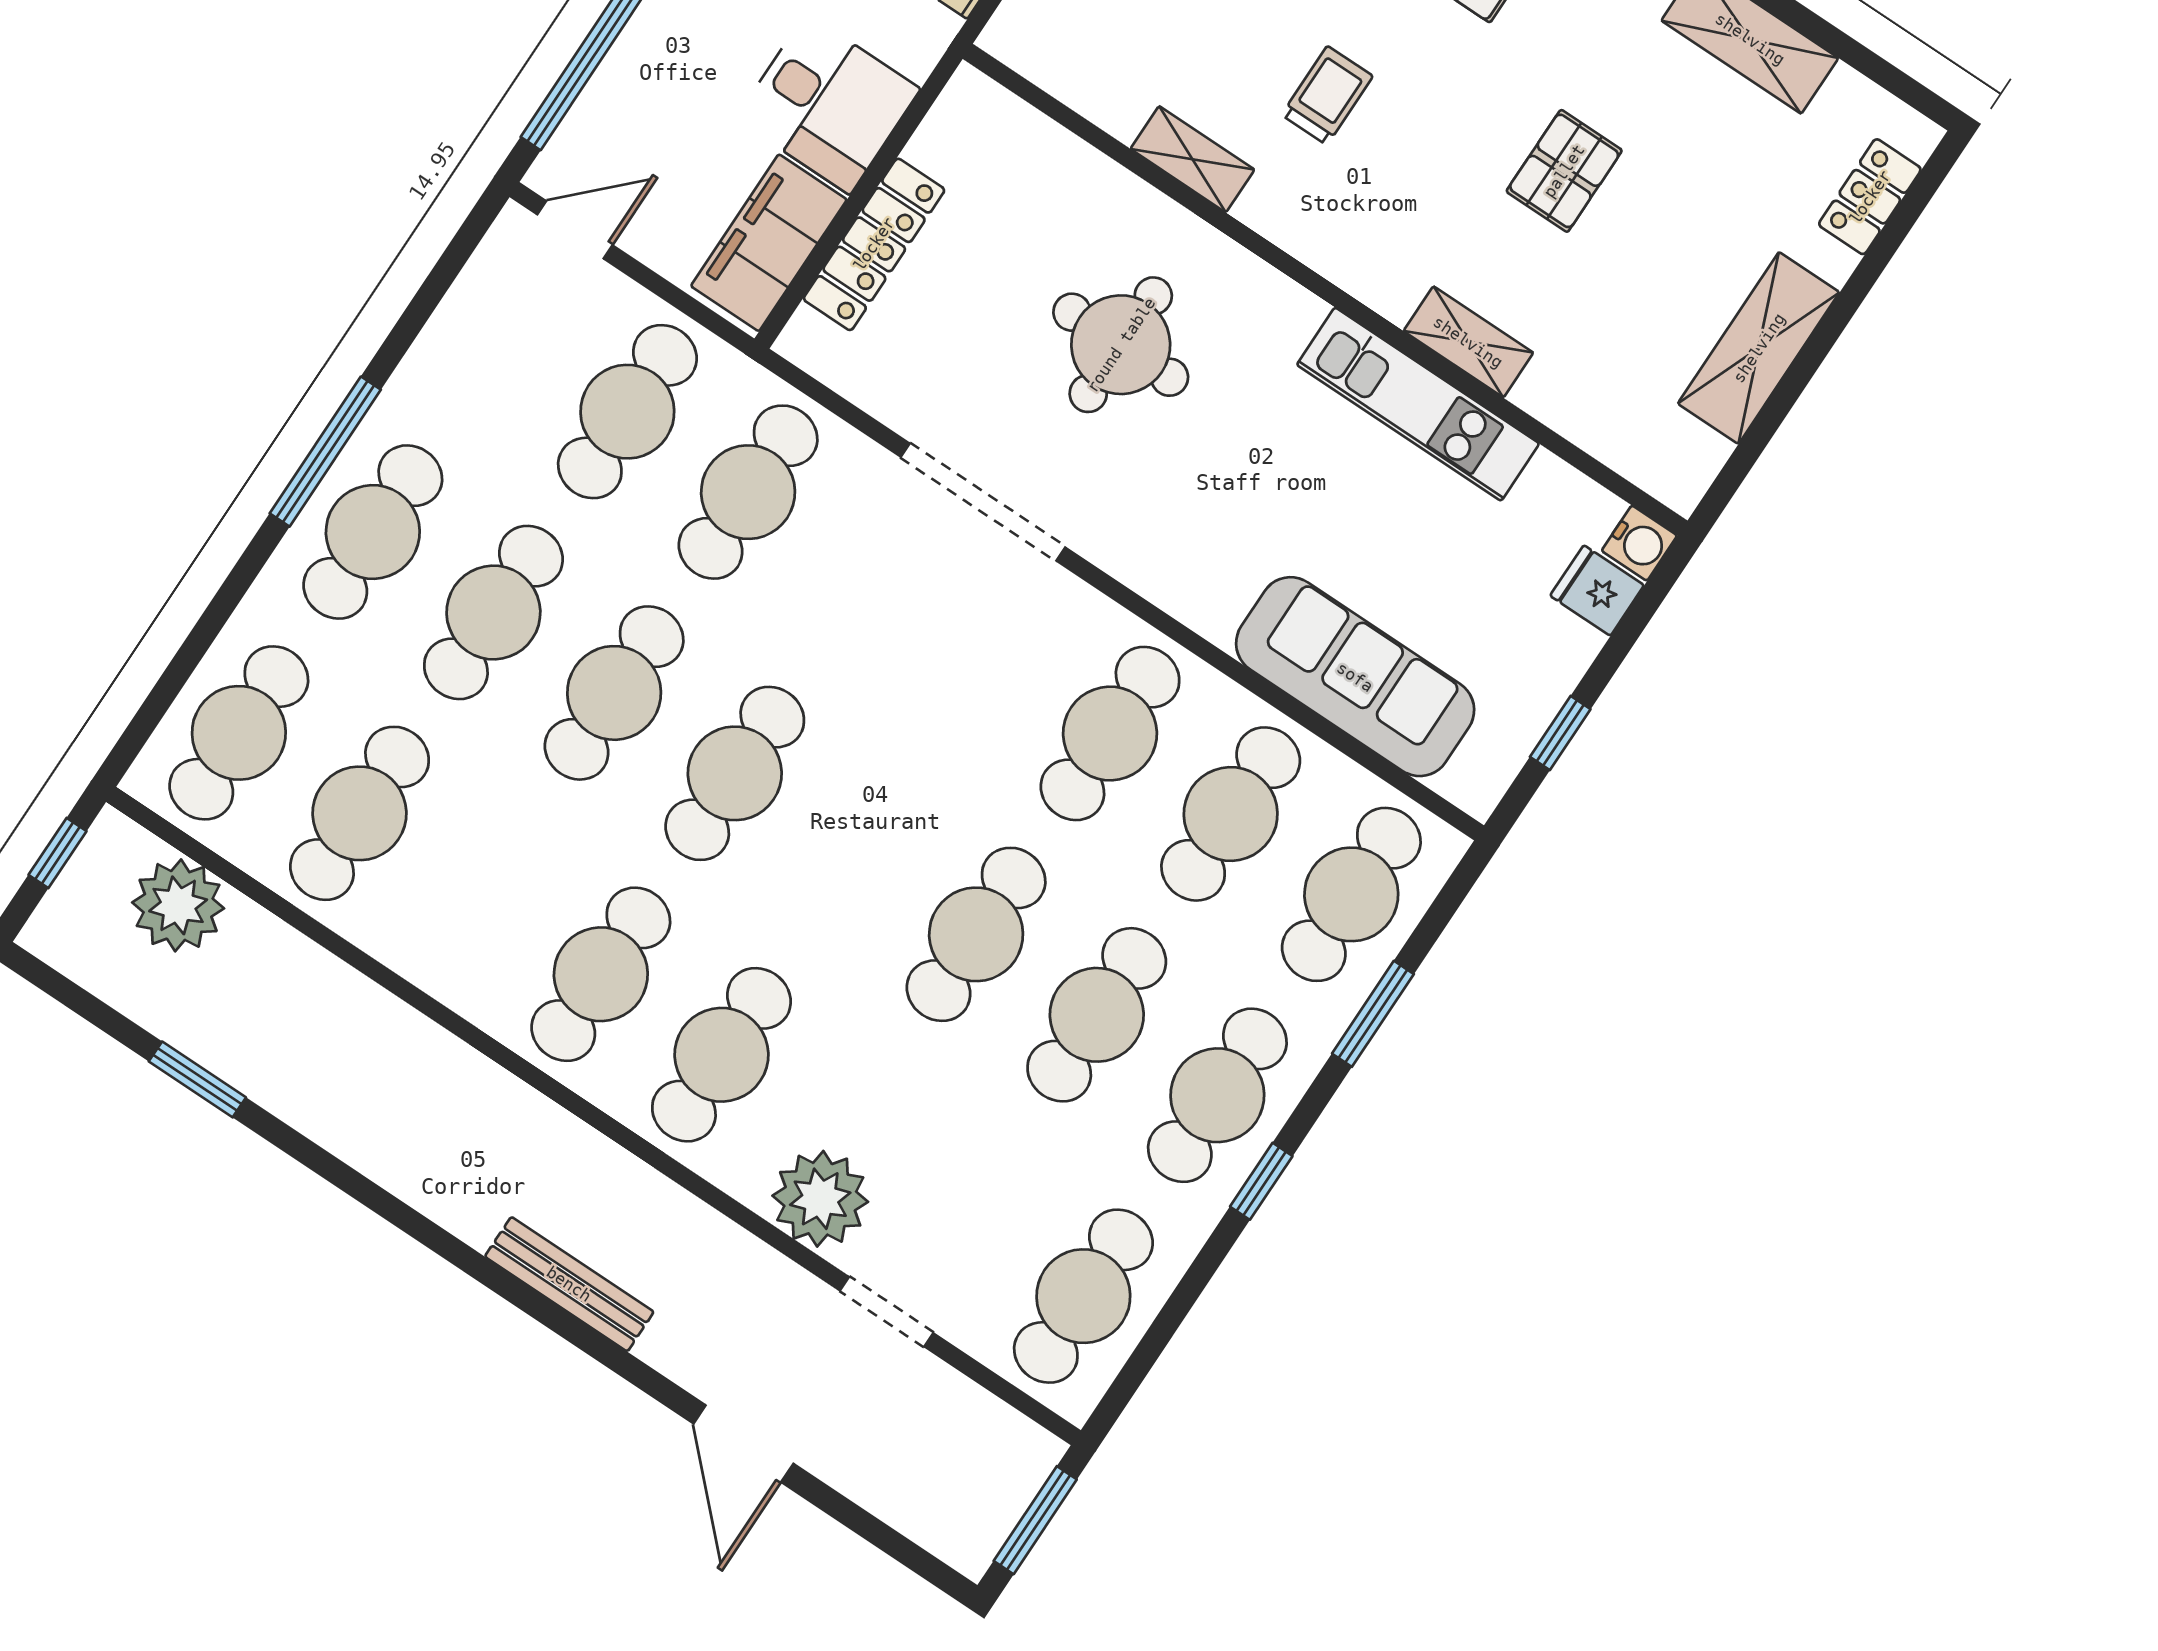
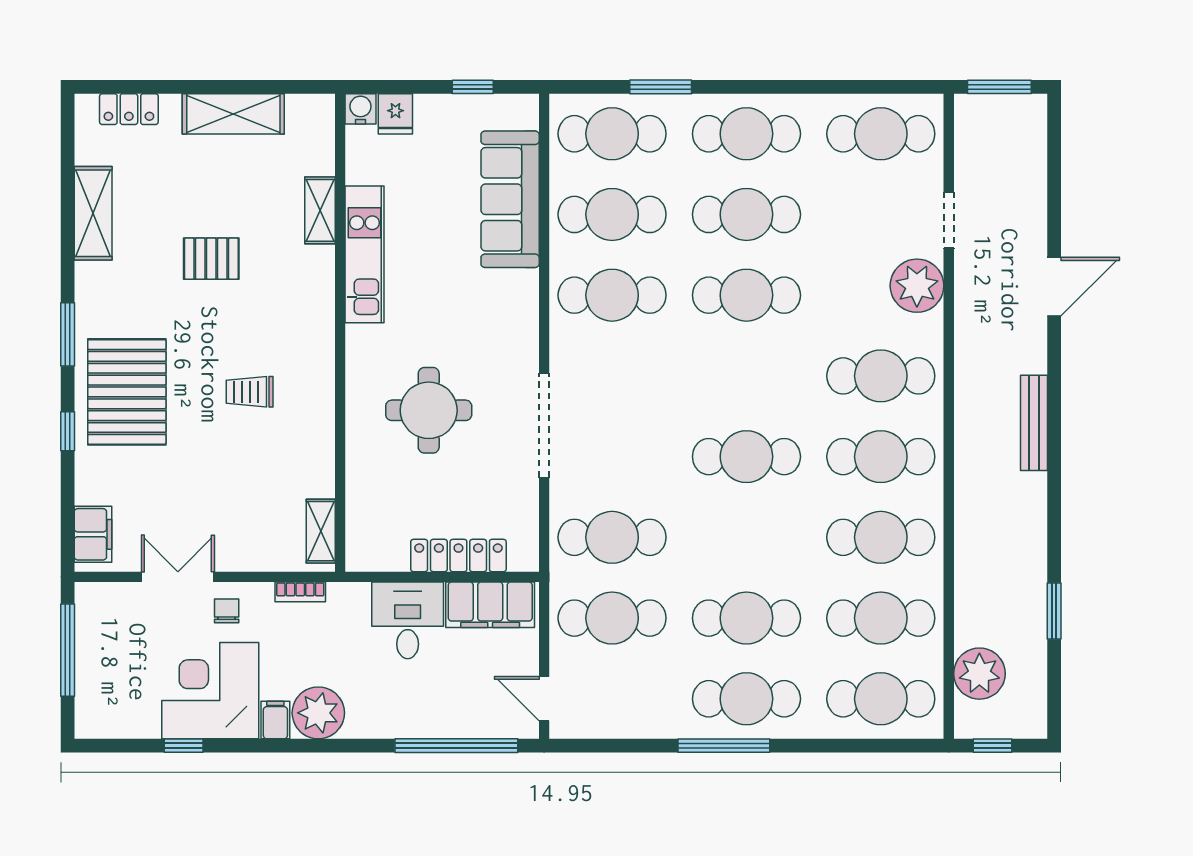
shelving: (1192, 159) -> (321, 531), moved
shelving: (1468, 342) -> (320, 210), moved
cafe table: (614, 693) -> (881, 537), moved
window: (1261, 1181) -> (773, 87), removed
bench: (569, 1284) -> (1034, 423), moved
door: (743, 1444) -> (1054, 287), moved

